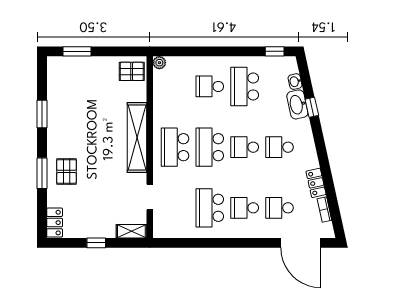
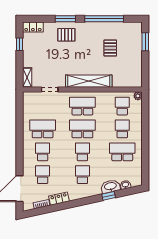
window: (275, 51) -> (145, 171), removed
pallet: (132, 71) -> (110, 48), moved
school desk: (175, 86) -> (122, 106), added
window: (42, 114) -> (104, 19), width x2.11
window: (96, 243) -> (20, 44), moved

